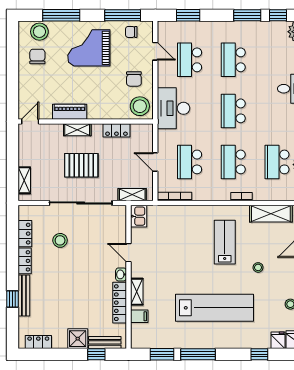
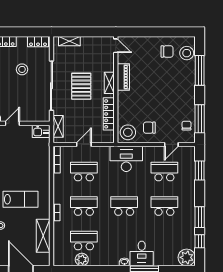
grand piano: (89, 48) -> (174, 92), removed
locker: (116, 130) -> (109, 114), width x1.53
locker: (25, 234) -> (38, 42), moved

